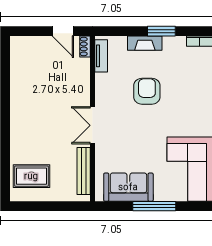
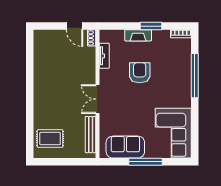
tv unit: (101, 56) -> (104, 56), moved

